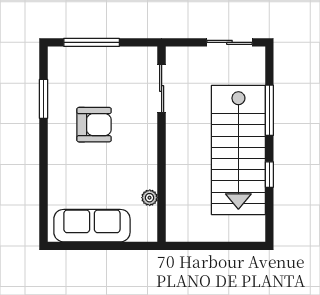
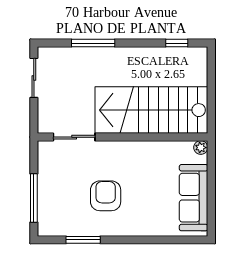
stairs: (238, 150) -> (151, 110), moved, turned 180
window: (269, 175) -> (177, 43), moved
plant: (150, 198) -> (201, 148), moved

